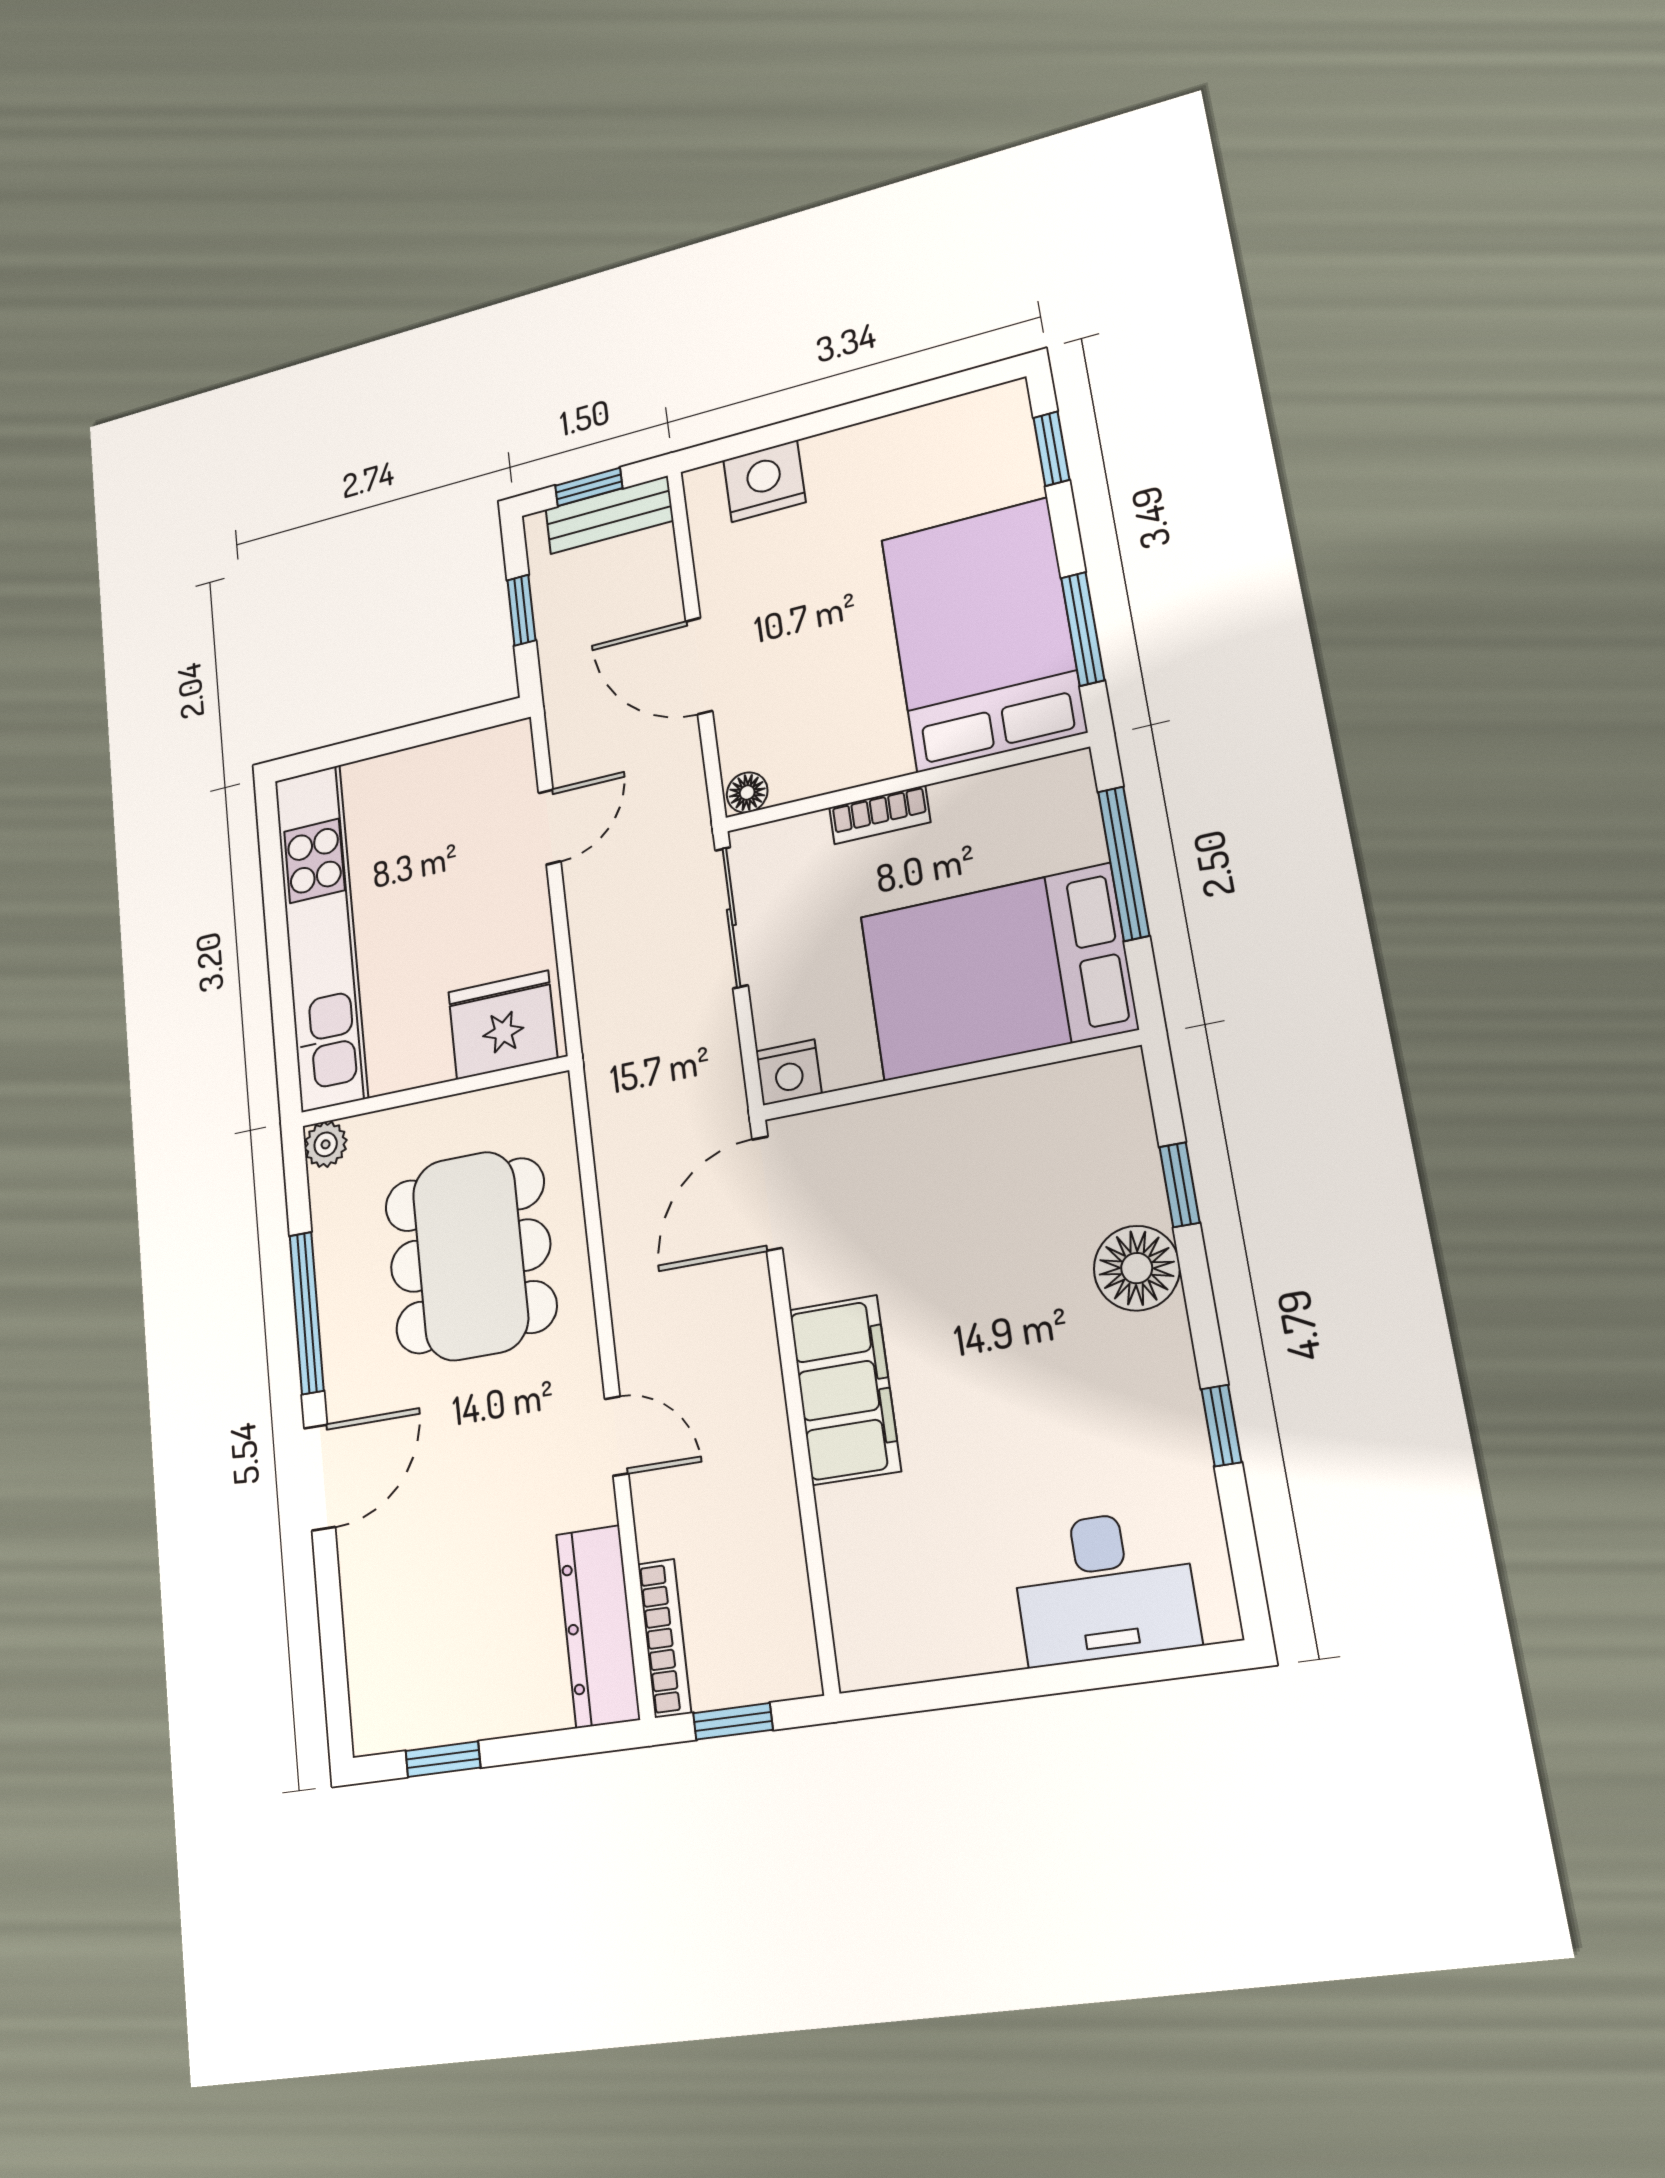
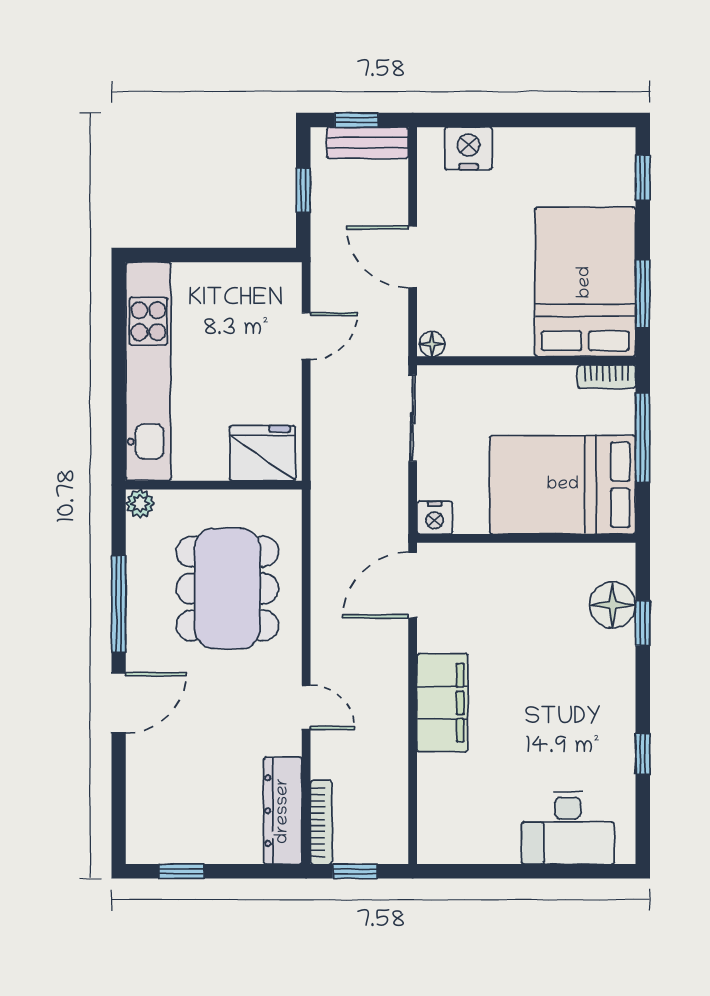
bookcase: (880, 815) -> (607, 377), moved
floor lamp: (1137, 1268) -> (613, 605), moved

